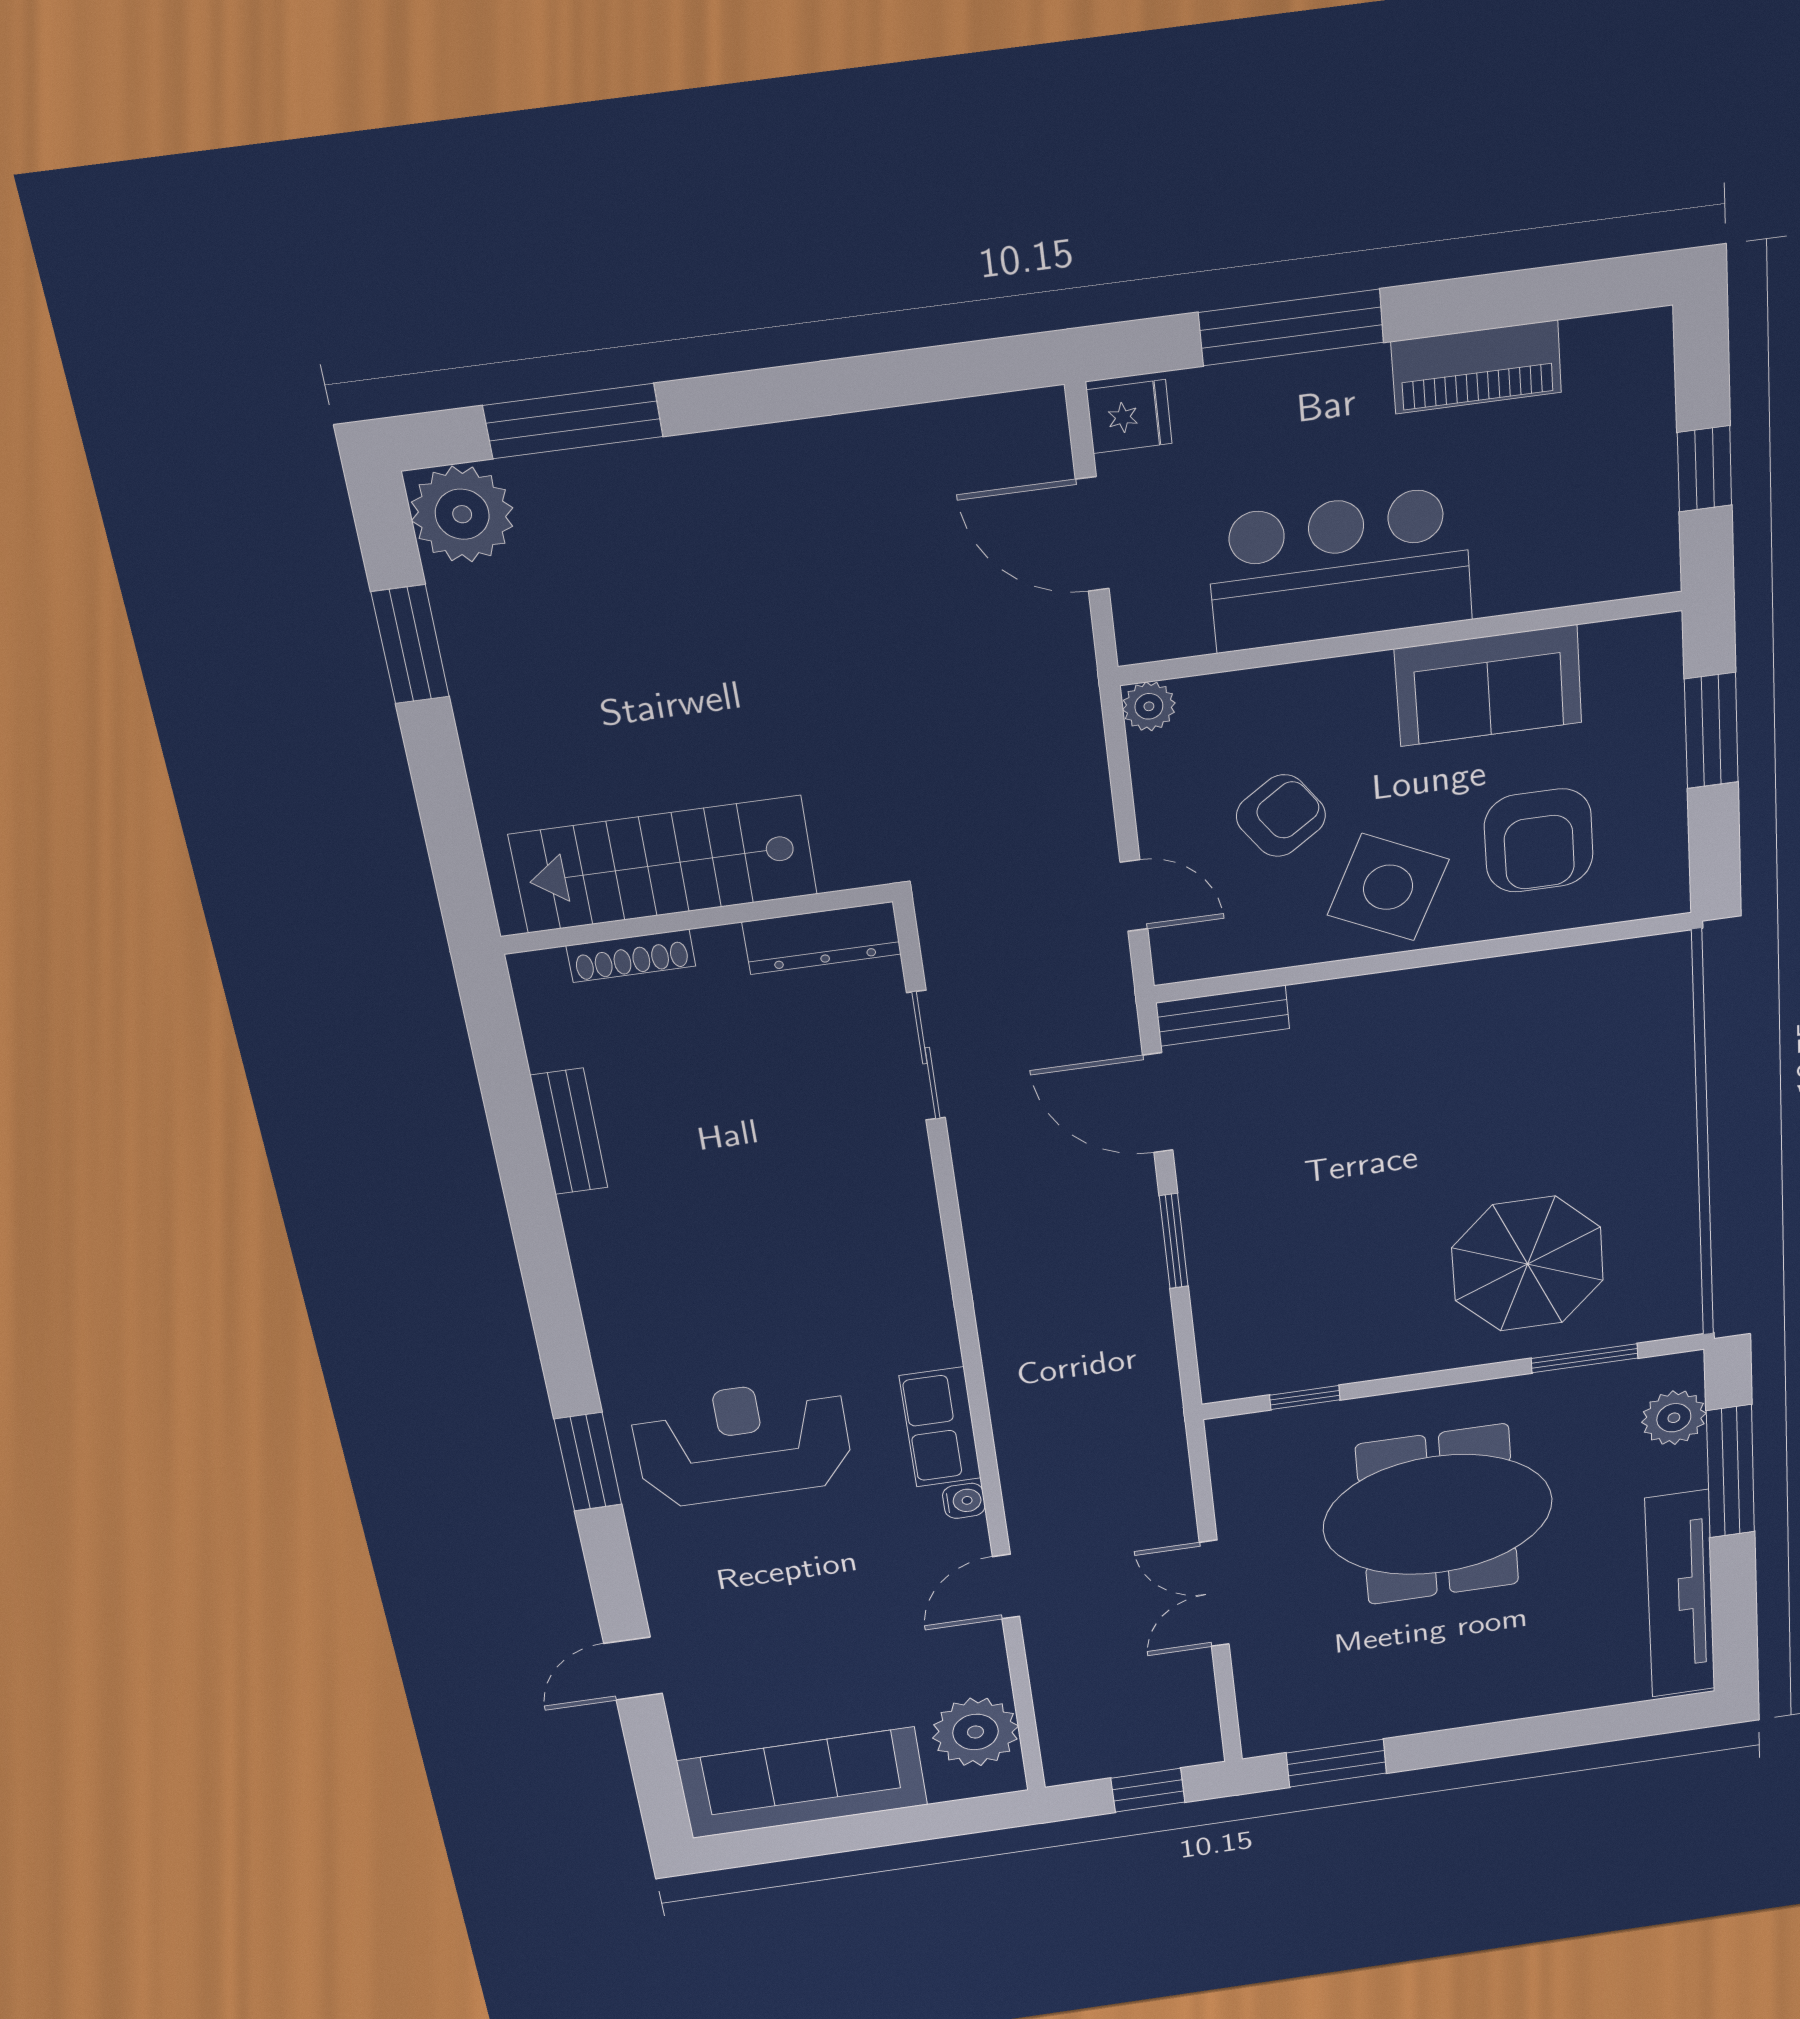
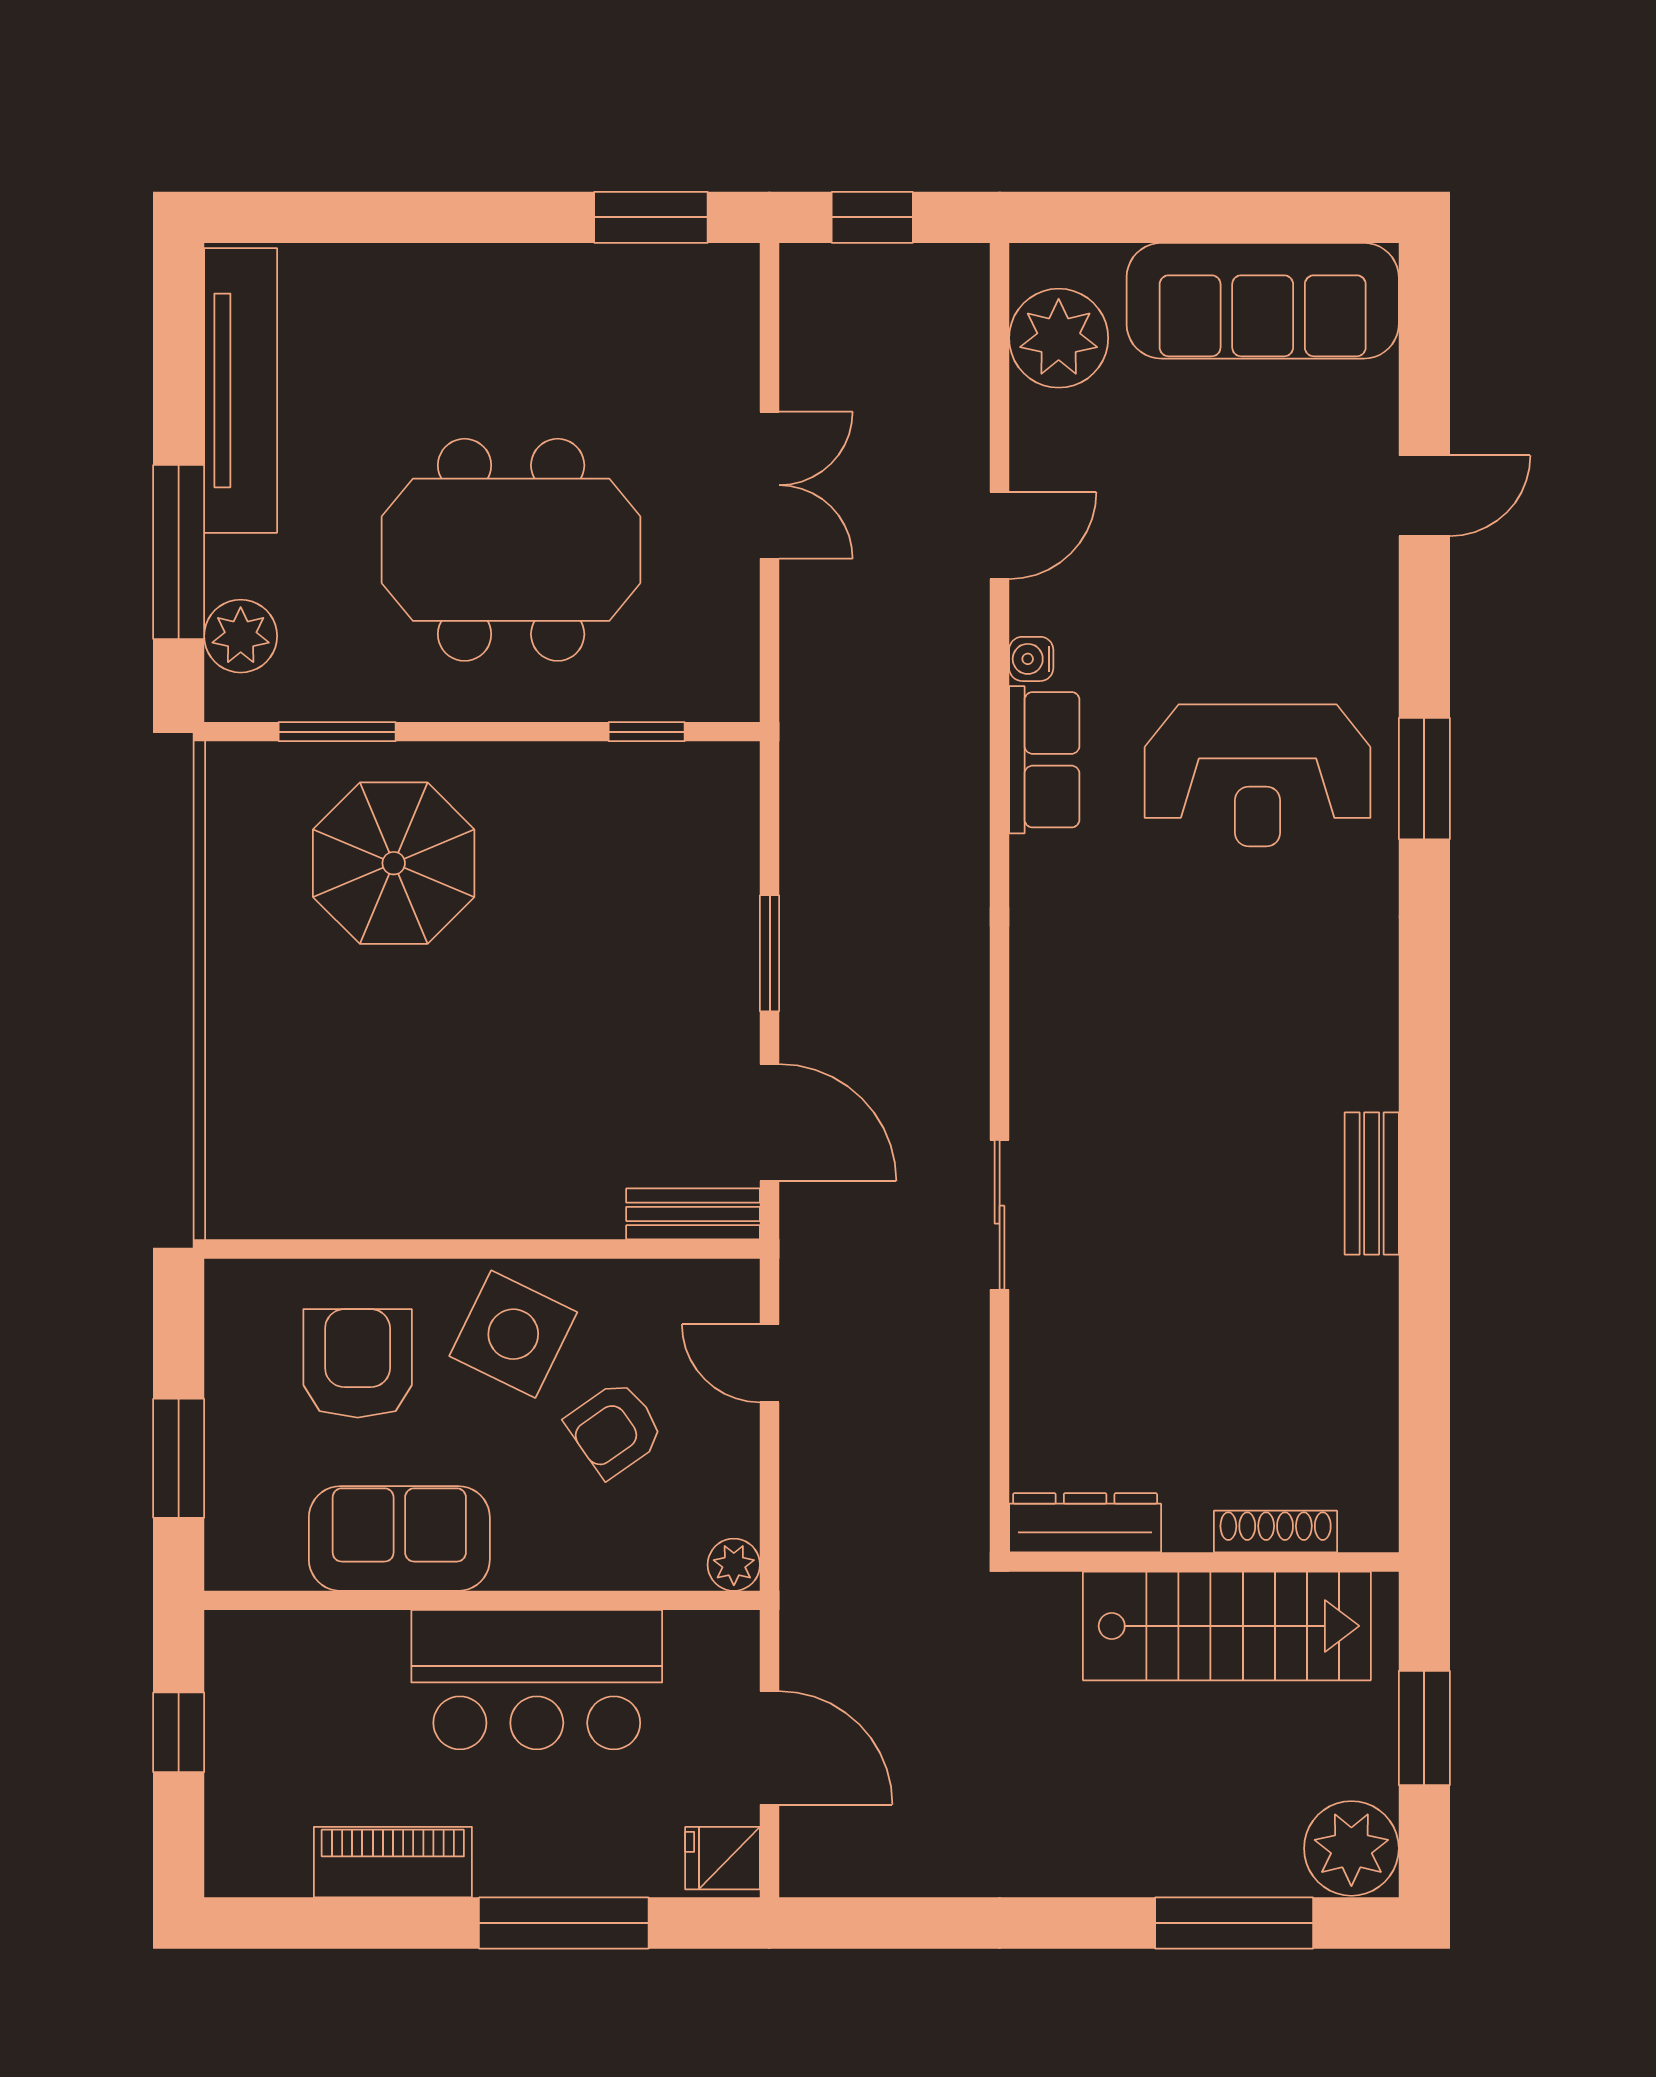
stairs: (664, 864) -> (1227, 1626), moved
wall: (697, 919) -> (1204, 1562), moved
dresser: (822, 938) -> (1085, 1523), moved
shoe rack: (631, 956) -> (1276, 1532), moved

